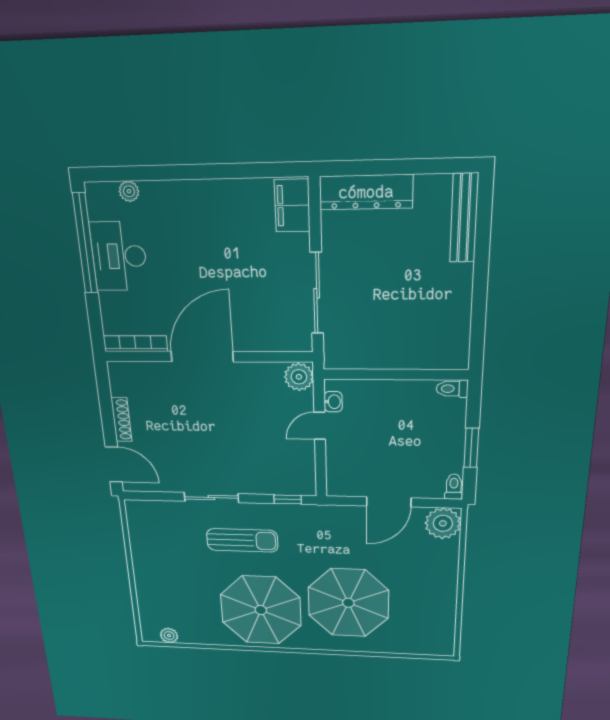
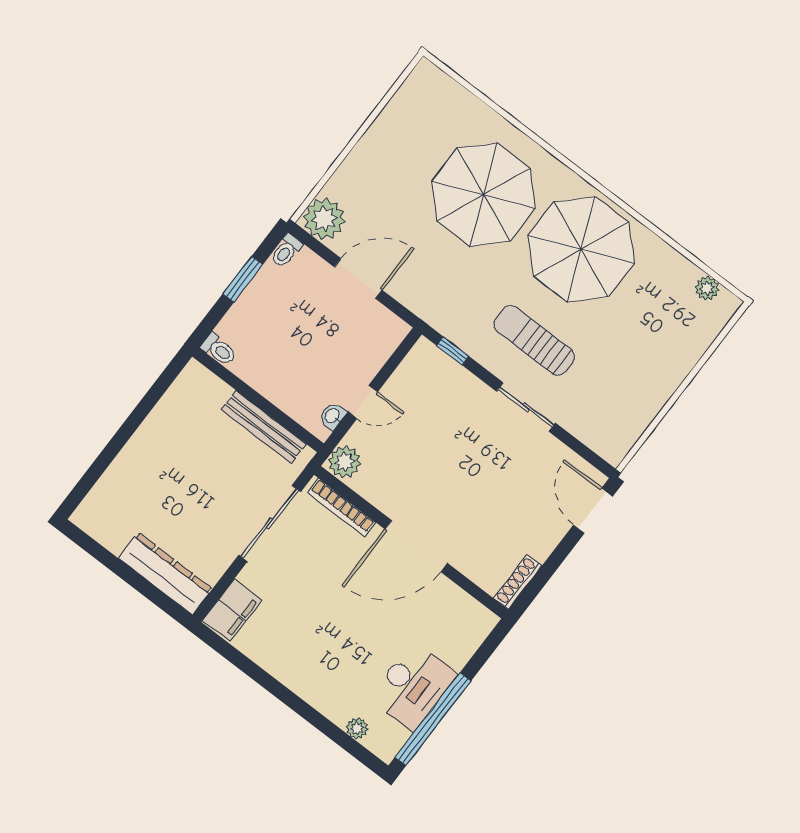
bench: (464, 218) -> (264, 427), moved, turned 90
bookcase: (135, 344) -> (341, 507), moved
shoe rack: (121, 420) -> (518, 582), moved

